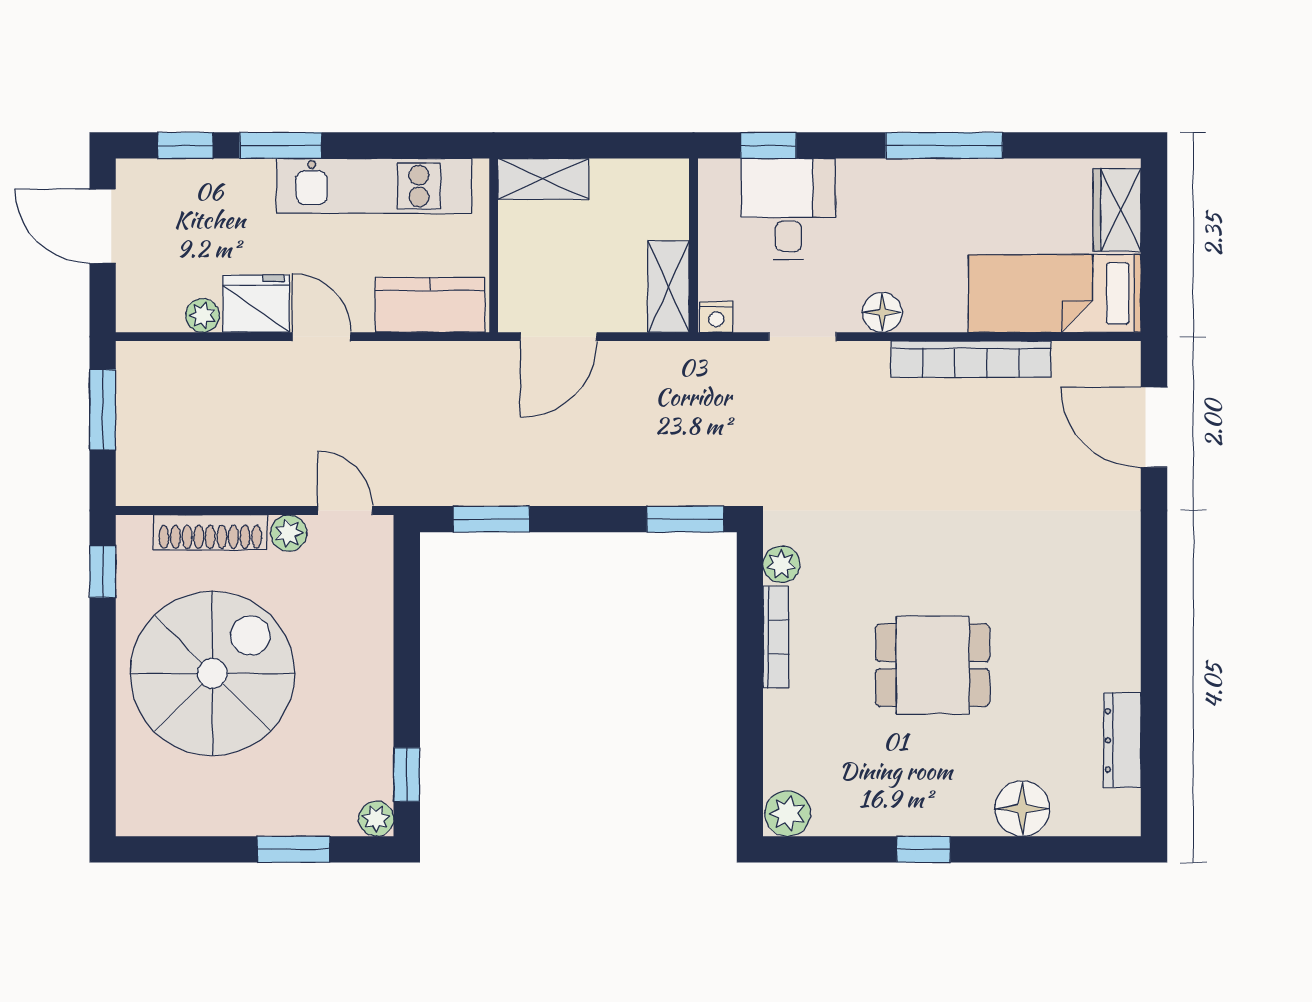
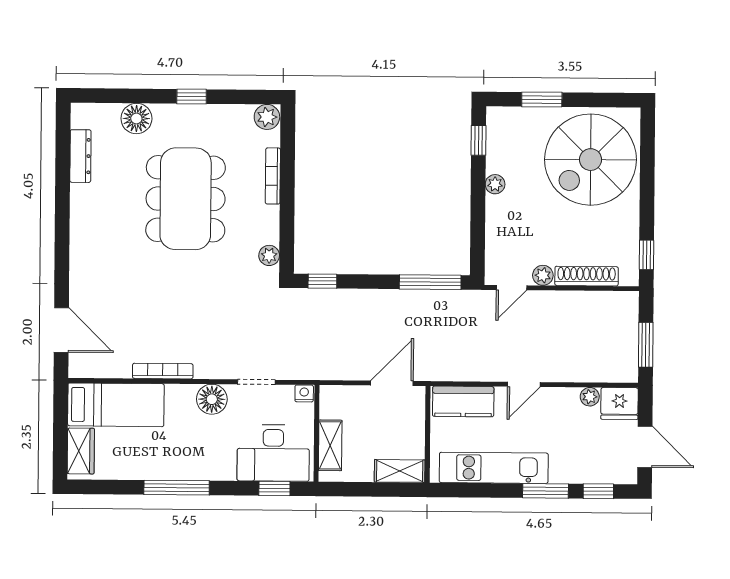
desk: (788, 209) -> (273, 453), width x1.37
shelving: (669, 287) -> (330, 445), moved
fridge: (256, 304) -> (619, 404), moved
floor lamp: (882, 312) -> (212, 399), width x1.38, depth x1.38
door: (321, 337) -> (524, 384), hinge flipped
bookcase: (971, 359) -> (163, 371), width x0.68, depth x0.76
door: (345, 510) -> (512, 288), hinge flipped
window: (491, 519) -> (430, 282), width x1.44
window: (685, 519) -> (322, 281), width x0.67
bookcase: (776, 637) -> (273, 176), moved
dining table: (933, 665) -> (186, 199), width x1.88, depth x1.24
spiral stairs: (212, 673) -> (591, 160), moved
plant: (376, 819) -> (495, 184), moved

